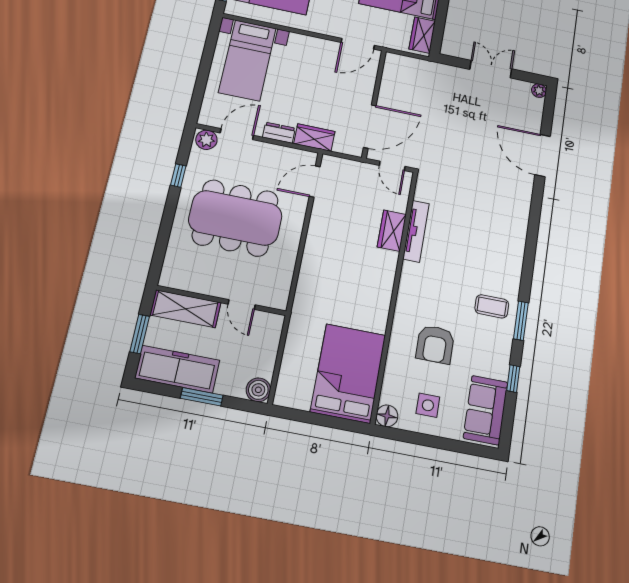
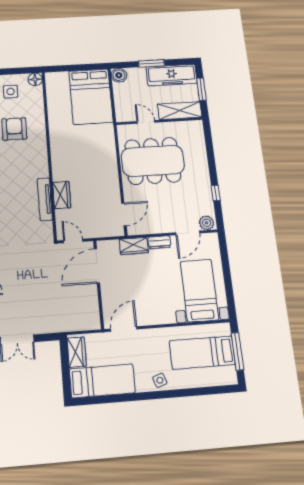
dining table: (235, 218) -> (153, 161), moved
bed: (348, 373) -> (91, 97), moved

